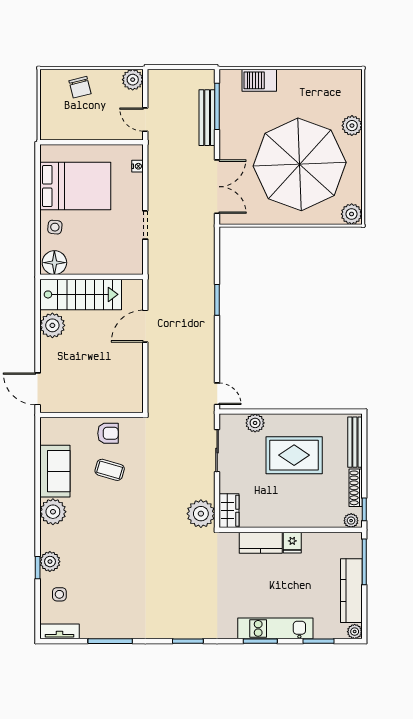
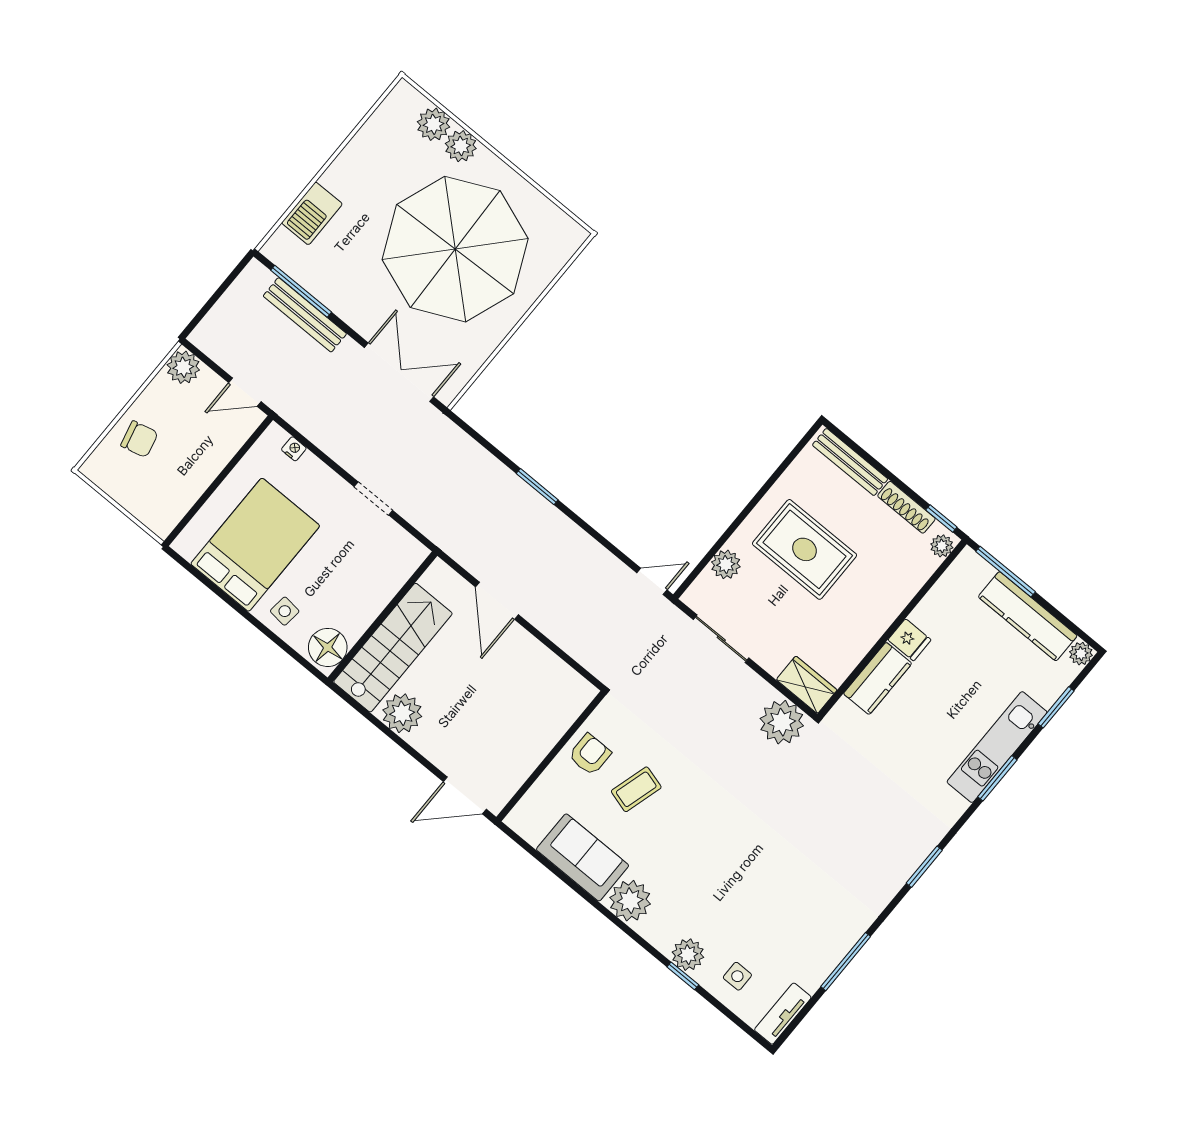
plant: (352, 214) -> (433, 124), moved
rug: (294, 455) -> (805, 549), turned 90

